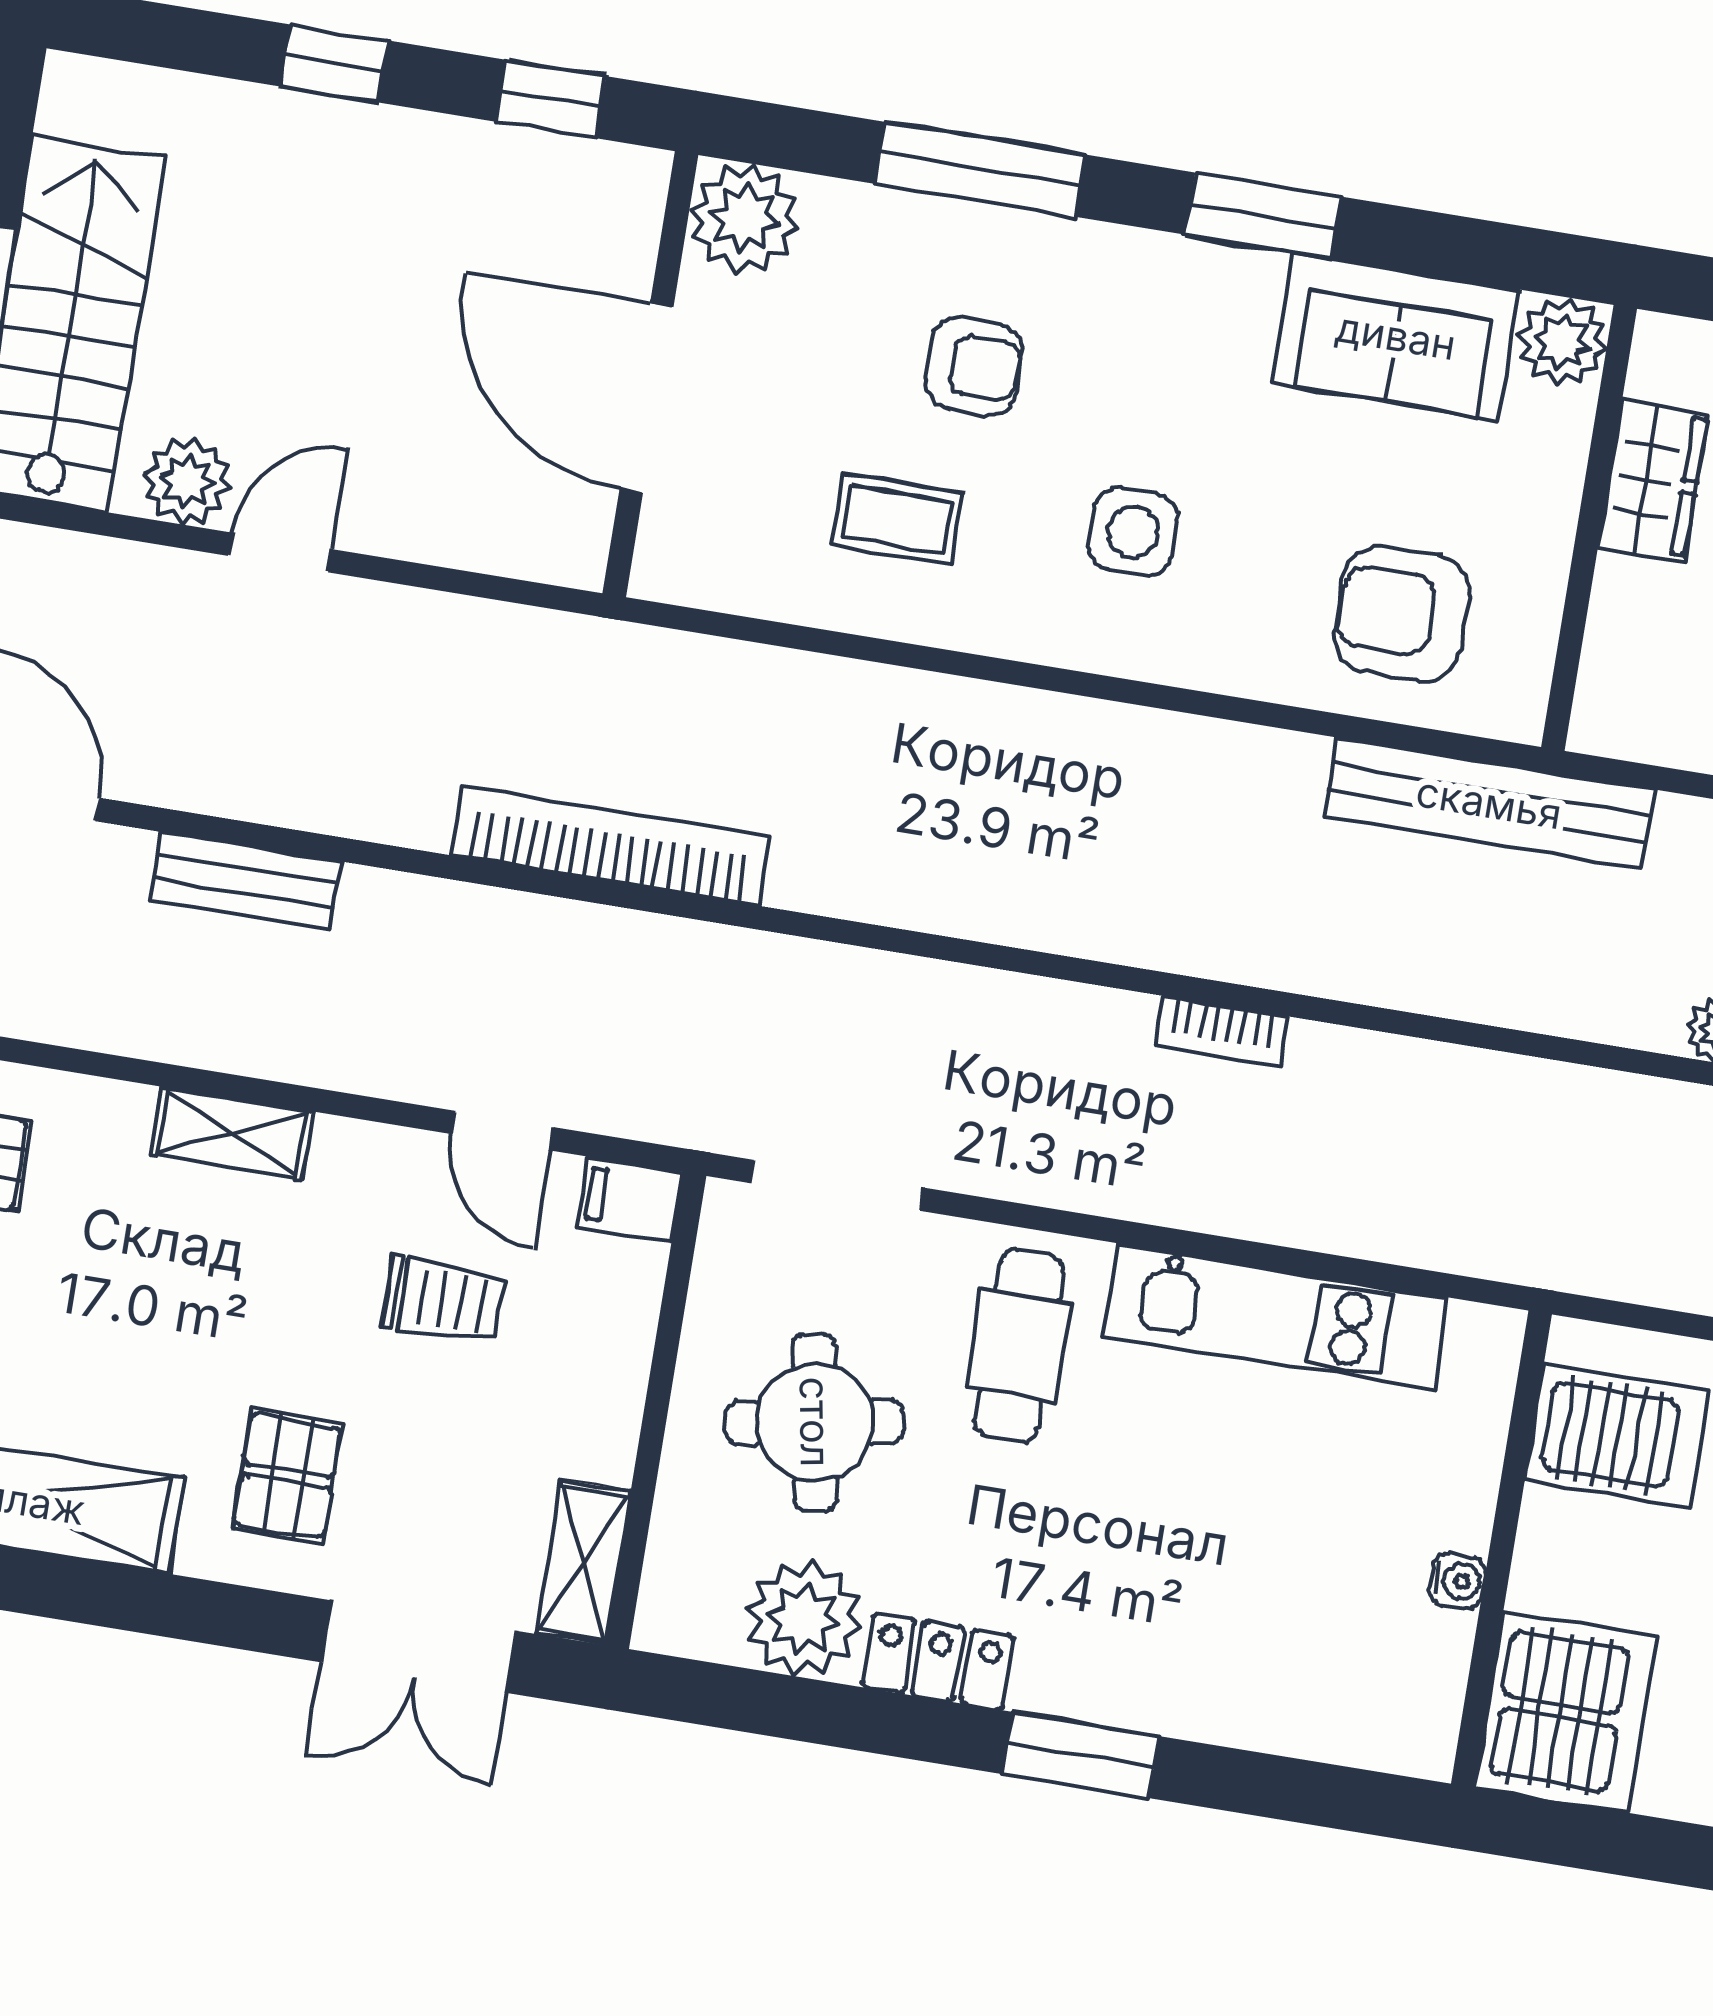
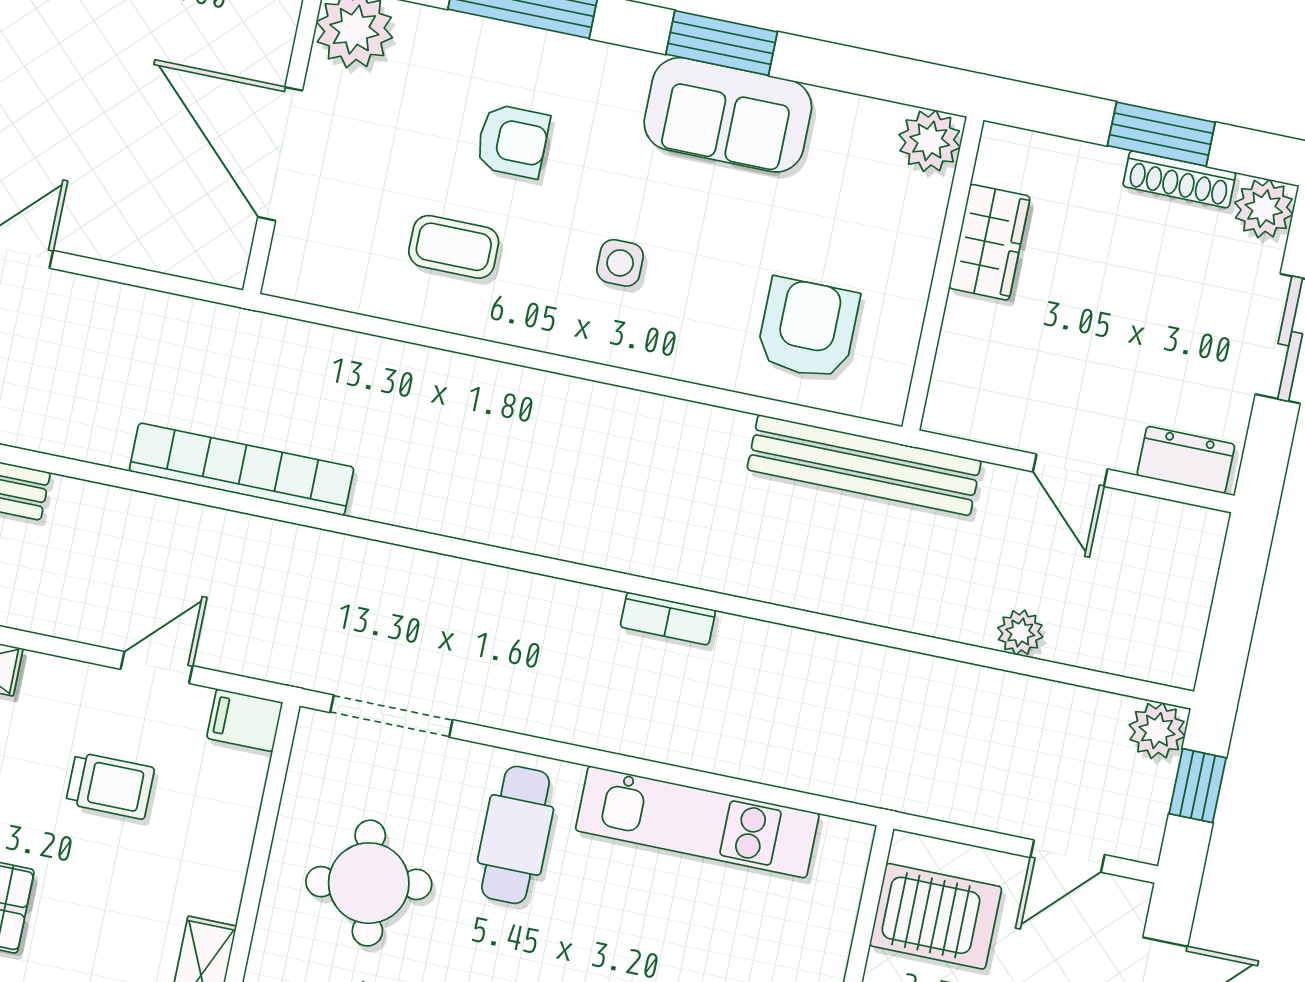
sofa: (1396, 336) -> (728, 115), moved
side table: (1133, 532) -> (620, 263), width x0.73, depth x0.73
armchair: (1402, 614) -> (808, 328), turned 90
door: (503, 1131) -> (157, 667), swing flipped

